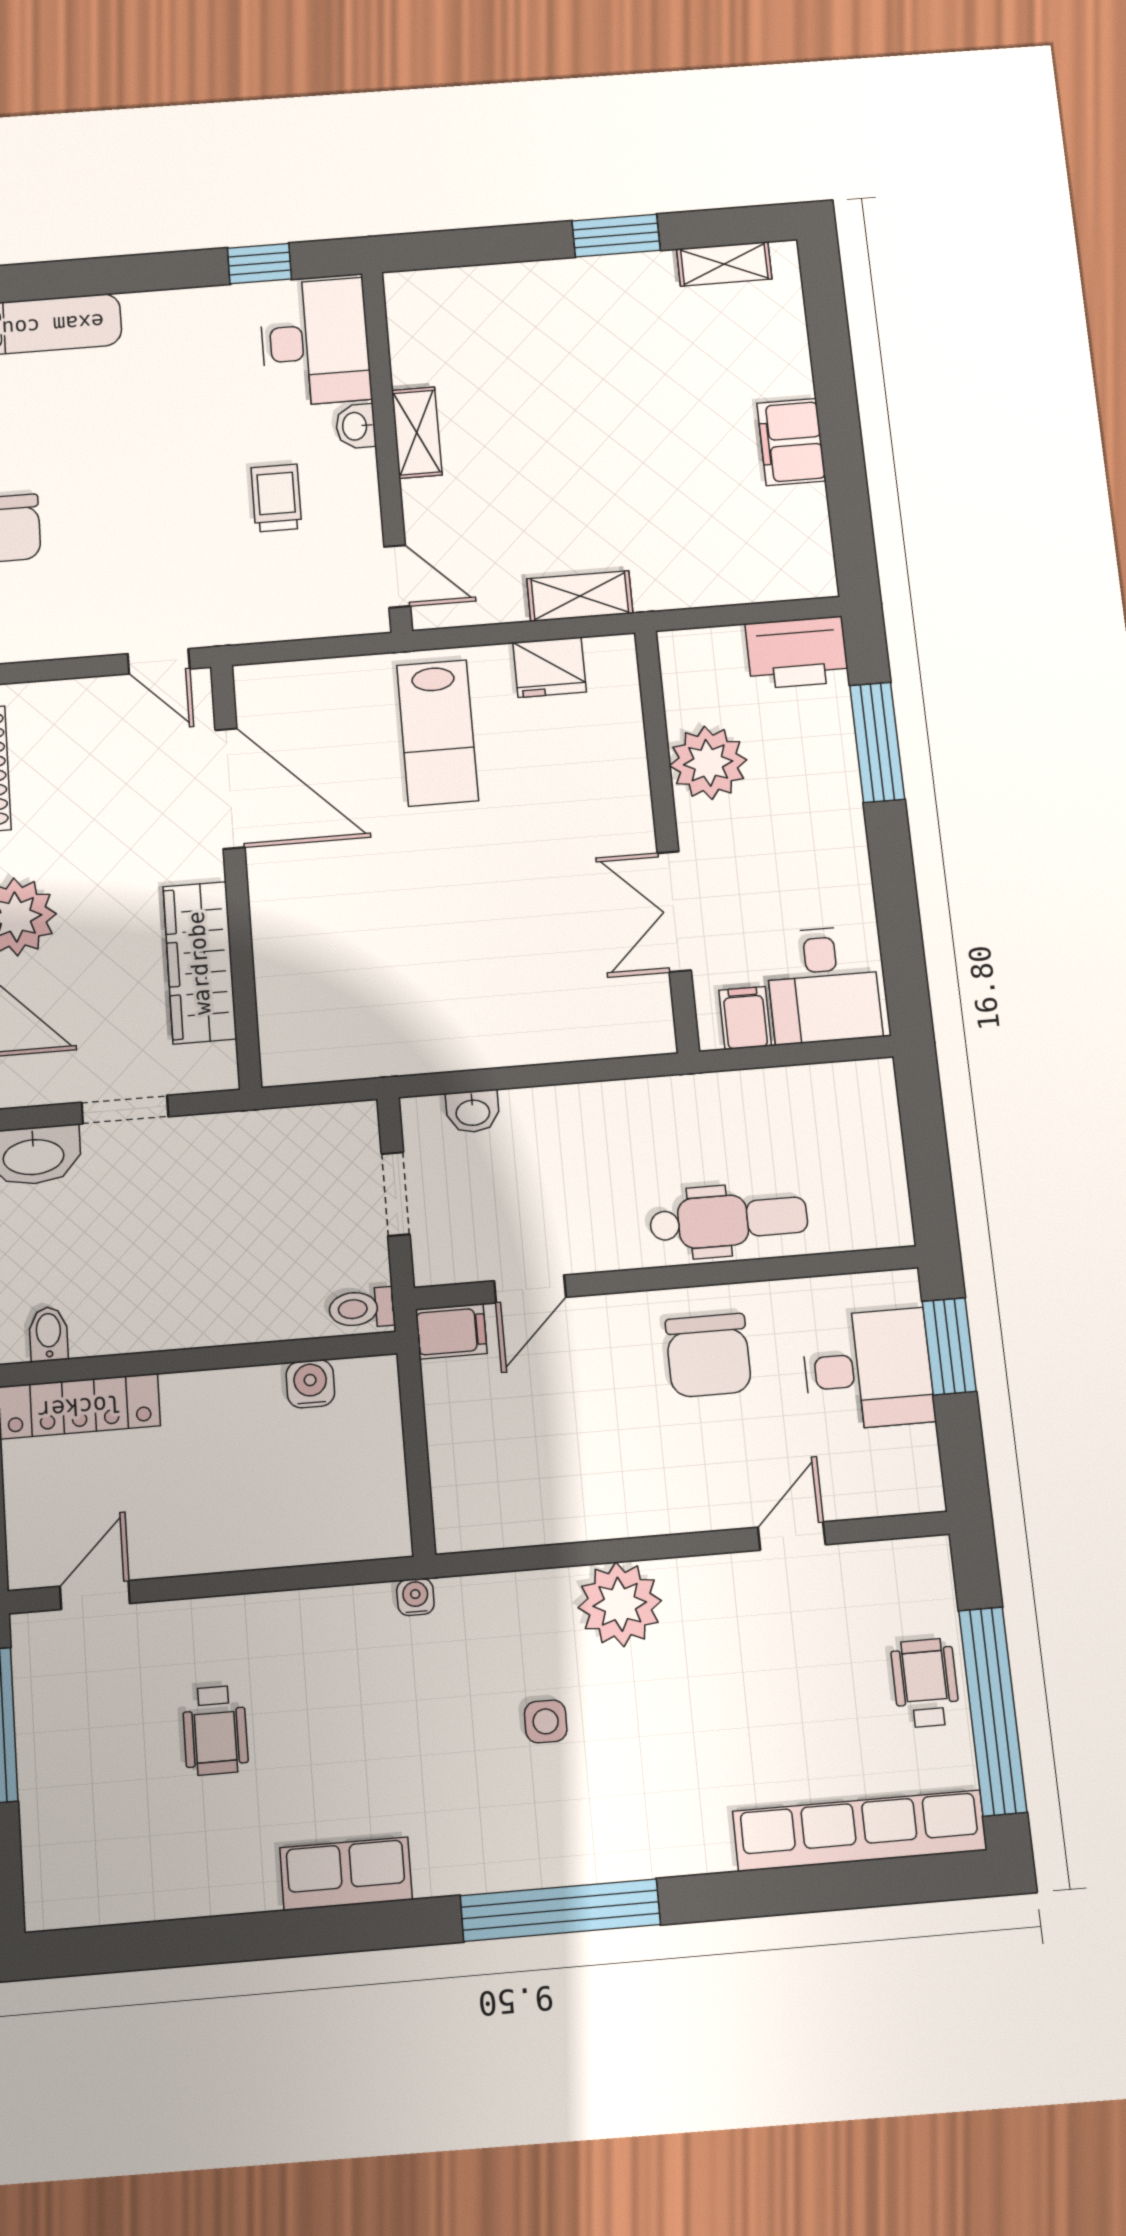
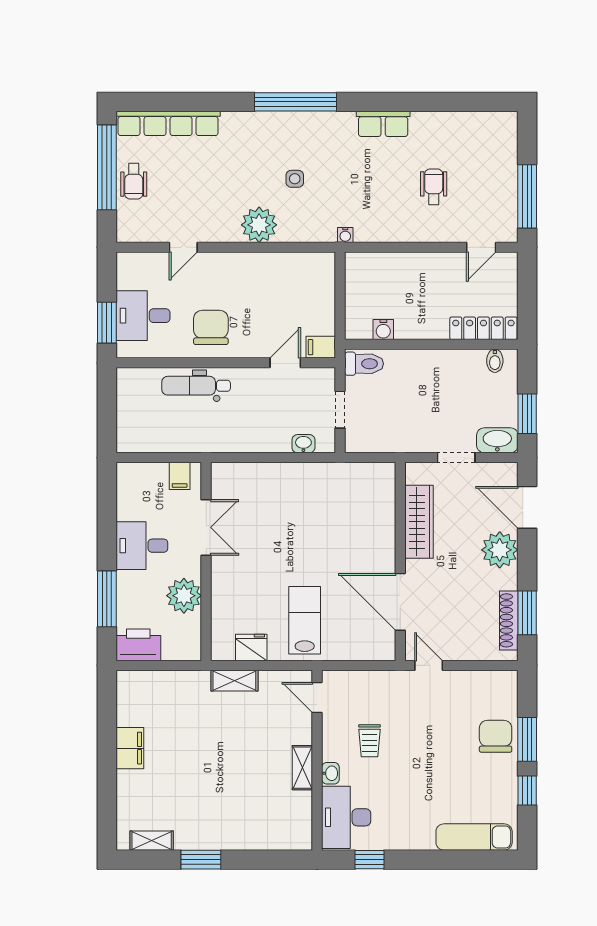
desk: (823, 985) -> (142, 546), moved, turned -90
toilet: (362, 1308) -> (364, 364), width x1.37, depth x1.39

